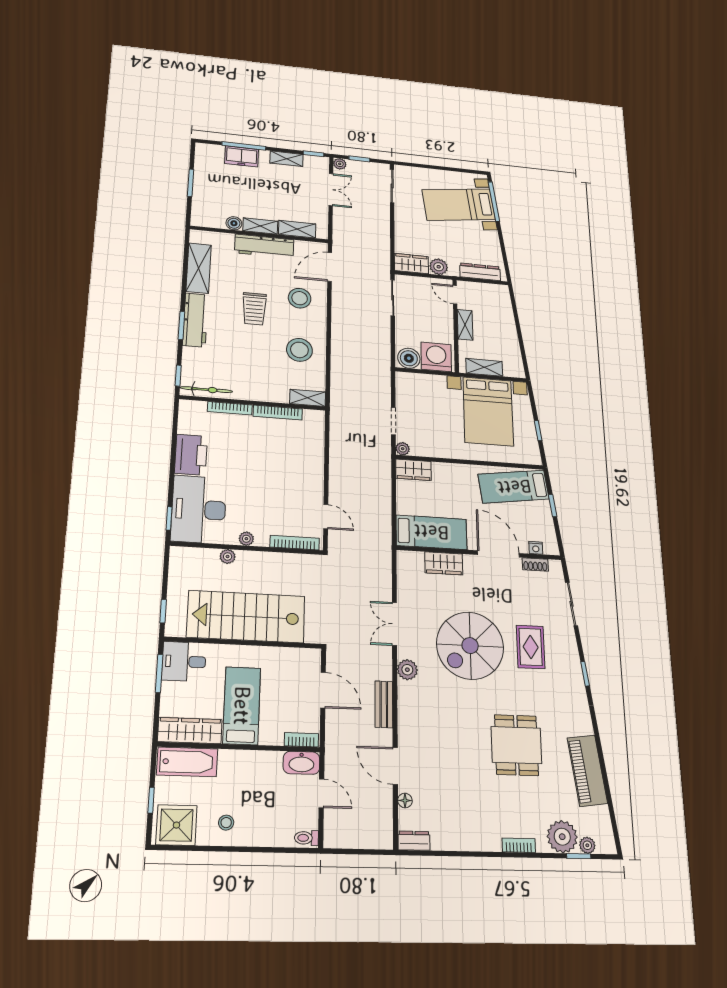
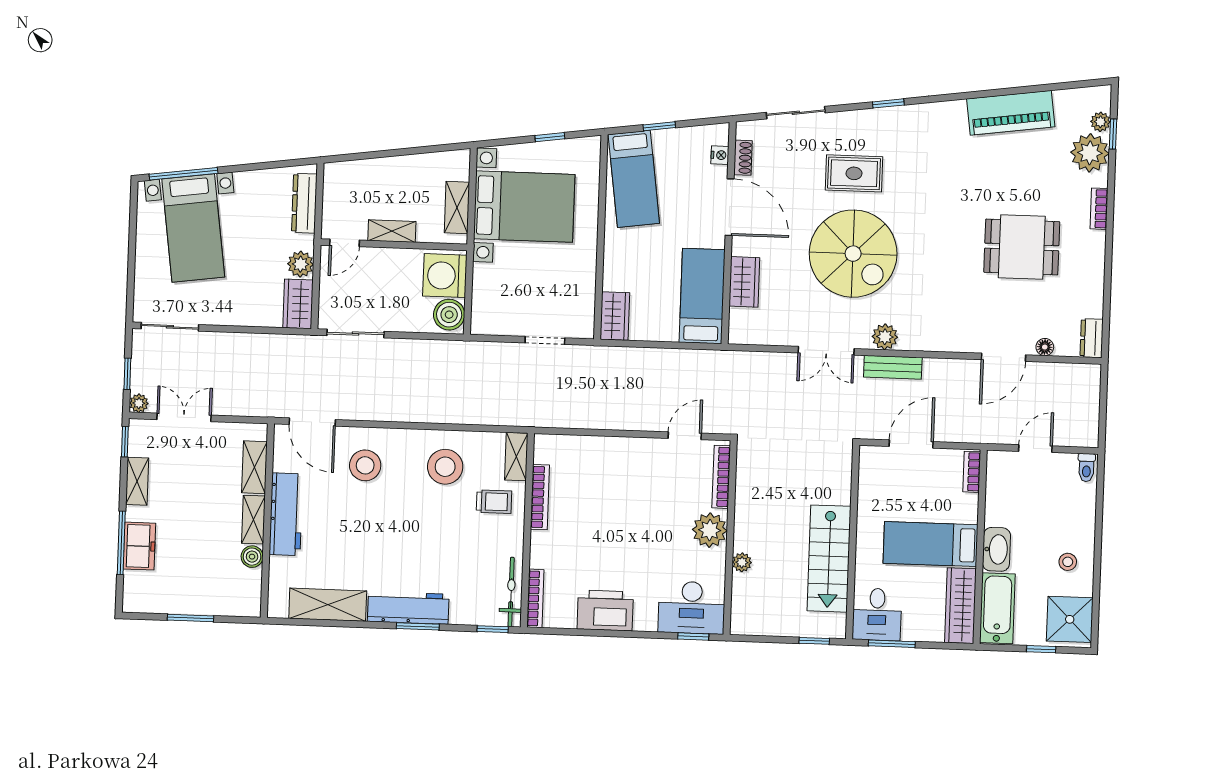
trolley: (254, 309) -> (494, 502), moved, width x0.73, depth x0.72
bookcase: (230, 408) -> (535, 598), moved
plant: (403, 449) -> (585, 329), removed
desk: (199, 509) -> (692, 608), width x0.73, depth x0.77
plant: (246, 539) -> (710, 530), width x1.88, depth x1.88
door: (498, 554) -> (730, 207), swing flipped
stairs: (246, 617) -> (829, 559), width x0.73, depth x0.66
bench: (384, 704) -> (893, 367), moved
dining table: (516, 745) -> (1022, 247), moved
washbasin: (301, 763) -> (996, 549), moved

